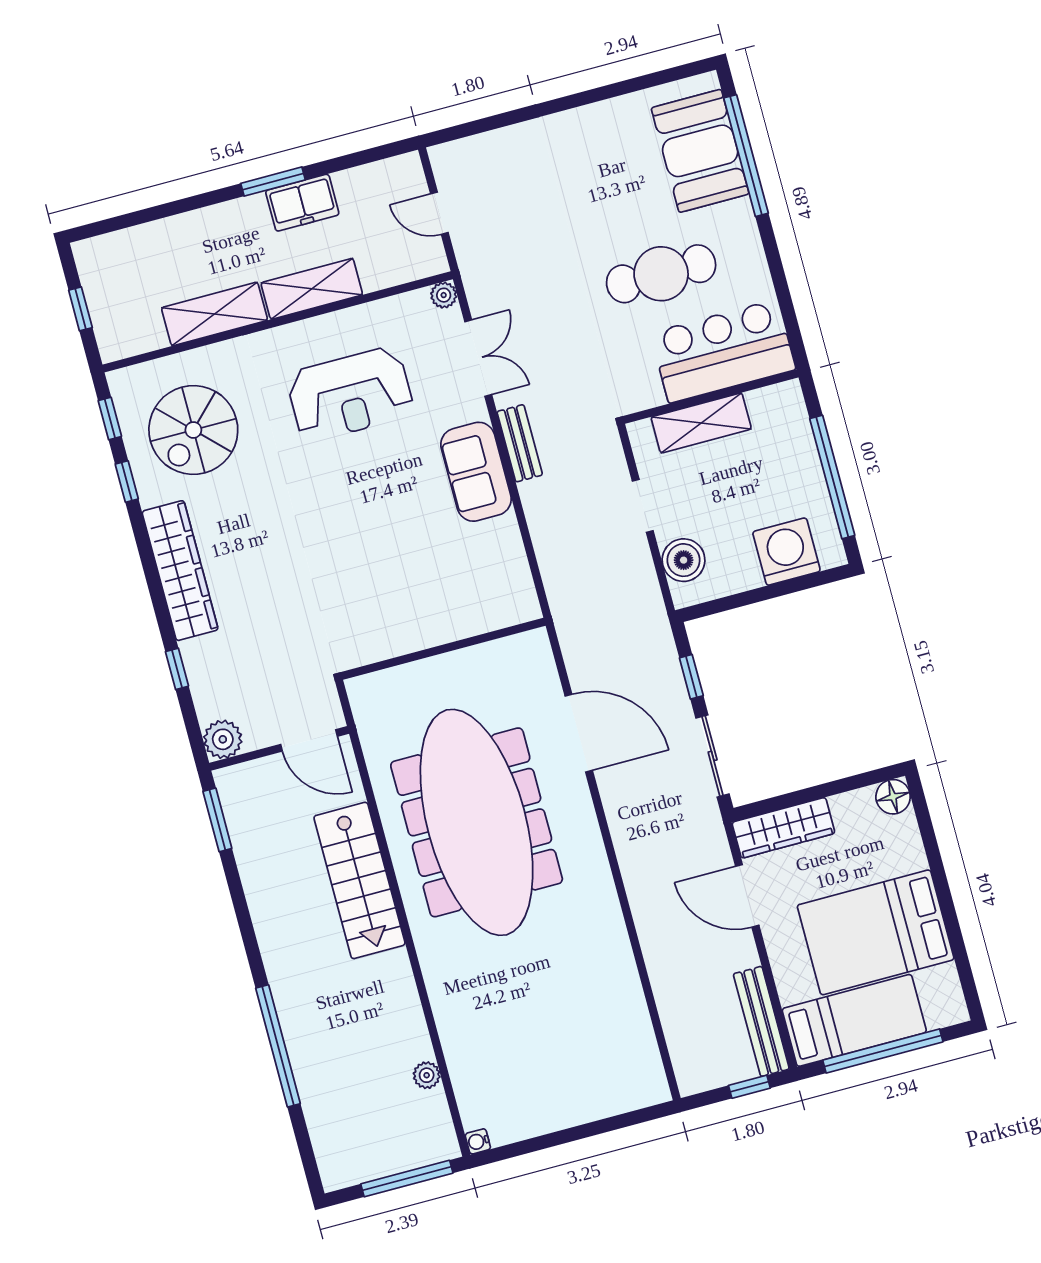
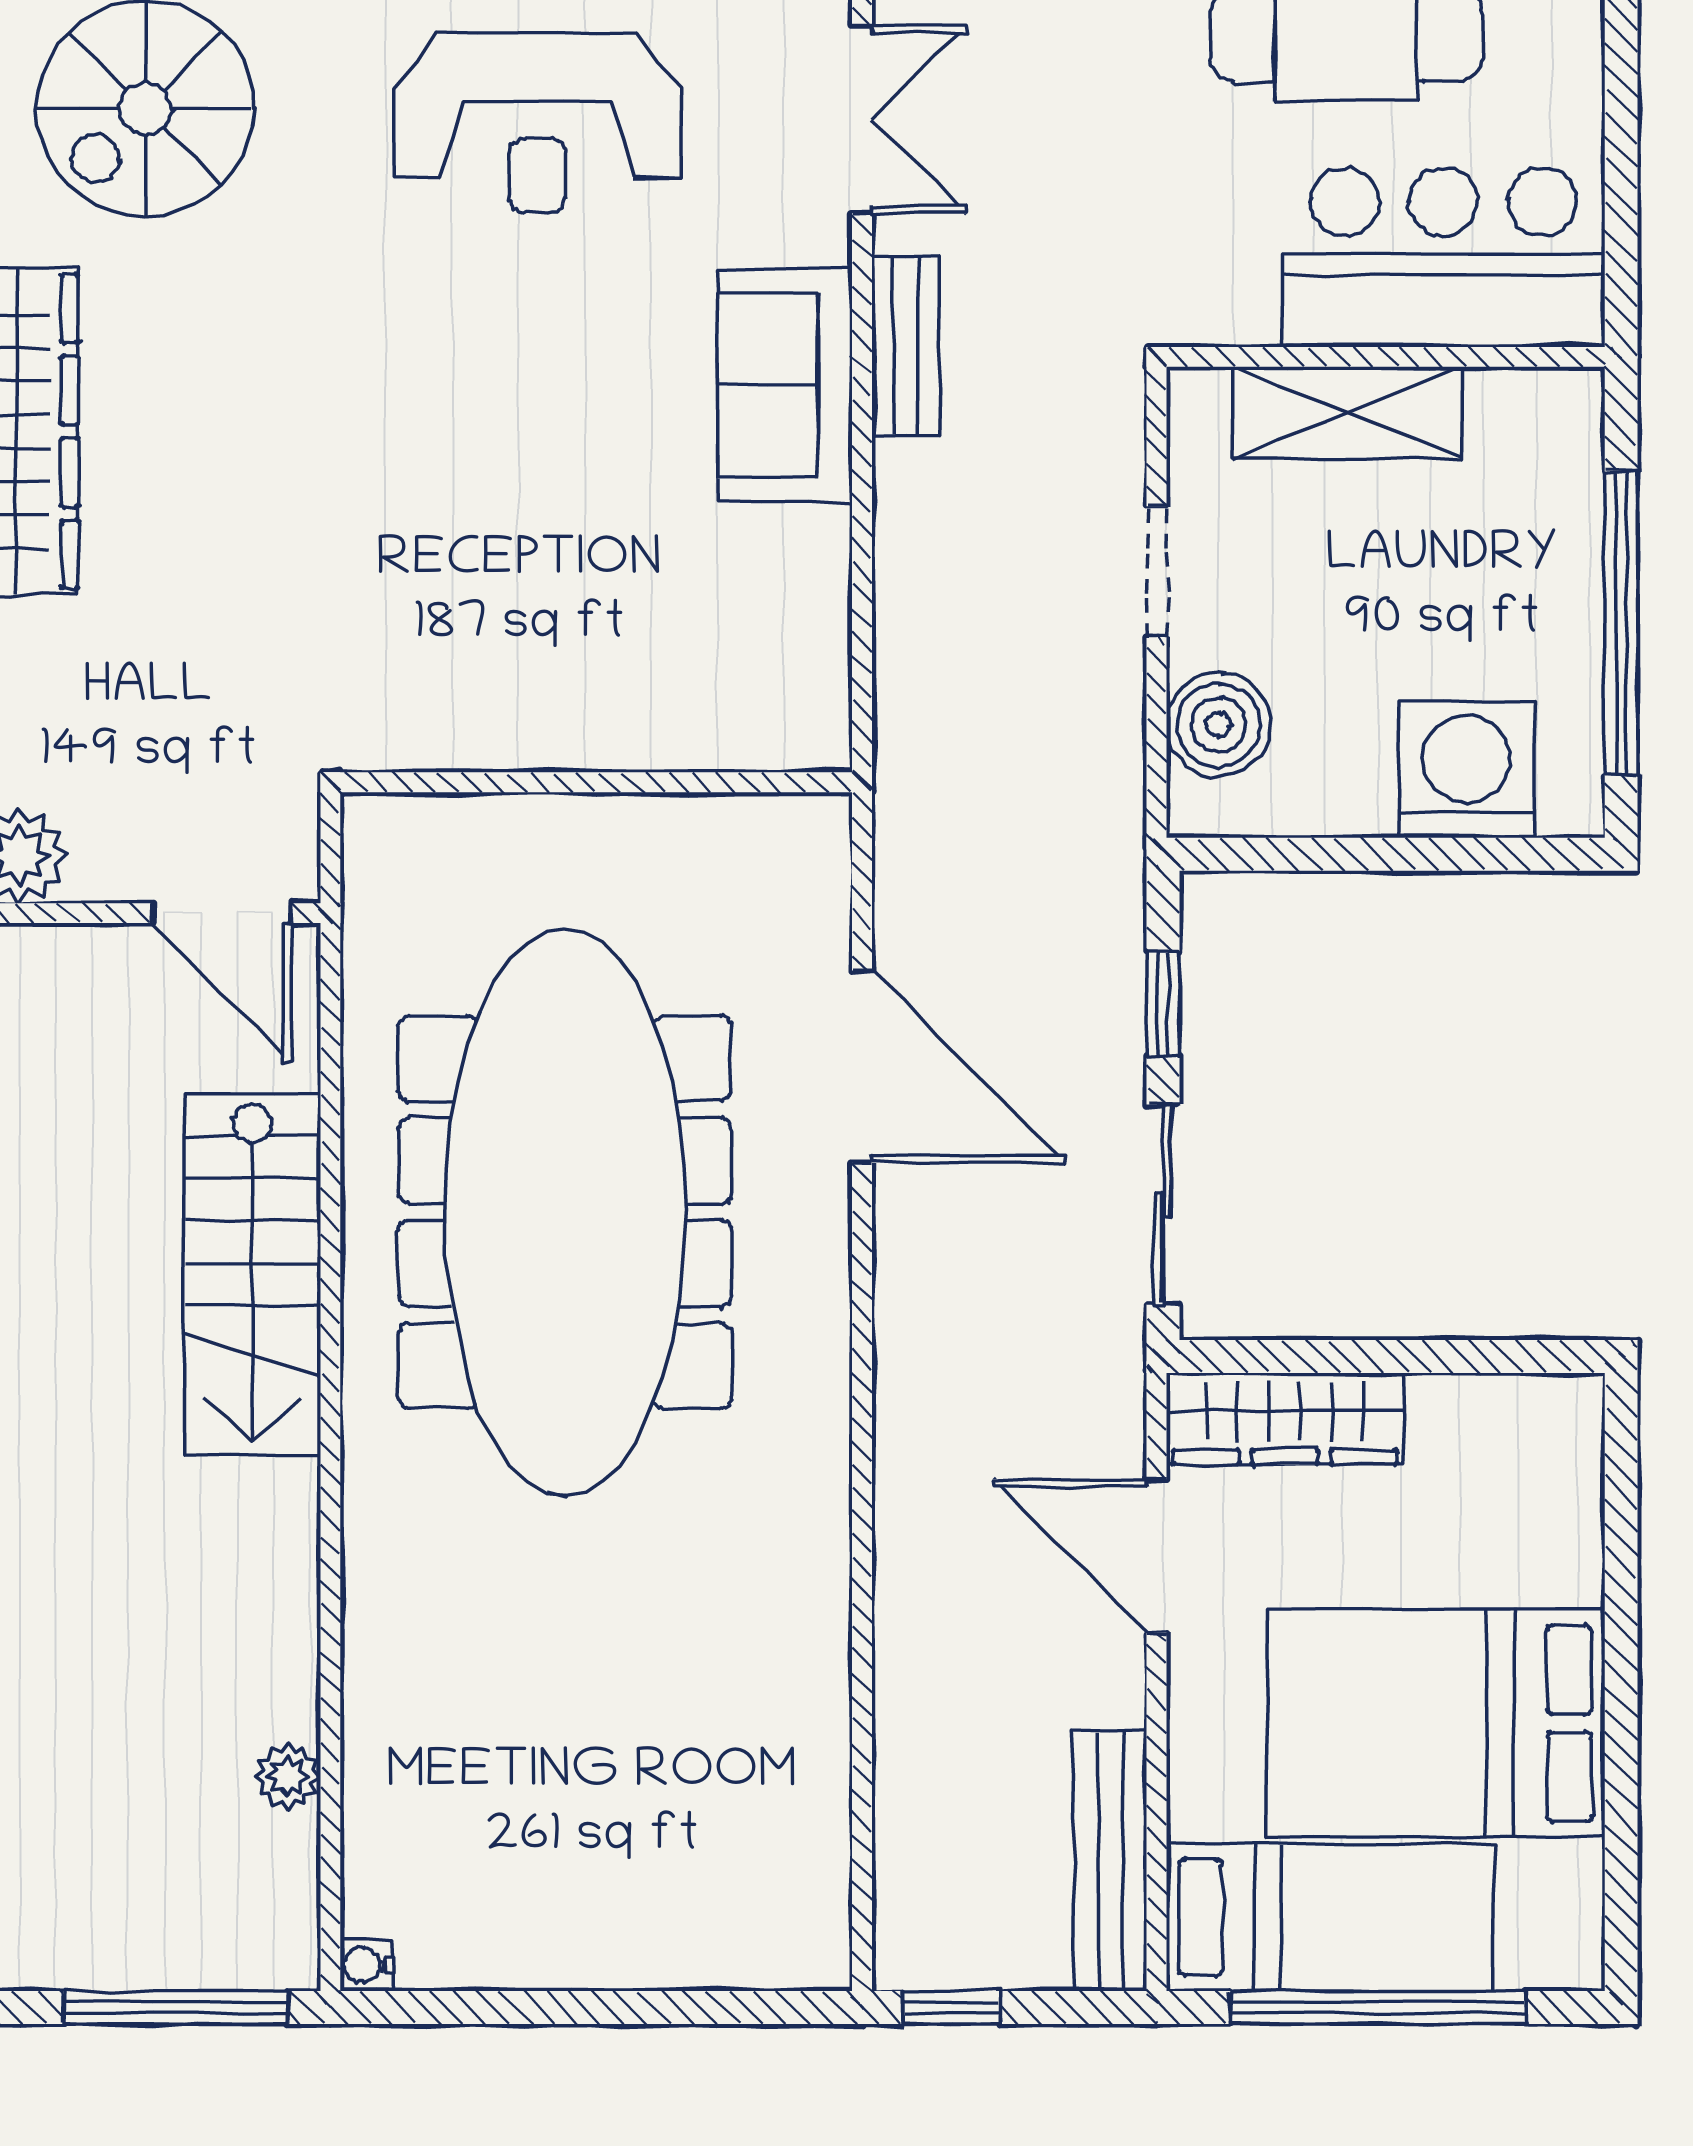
floor lamp: (893, 797) -> (1563, 1415), removed
window: (749, 1087) -> (951, 2008), moved

